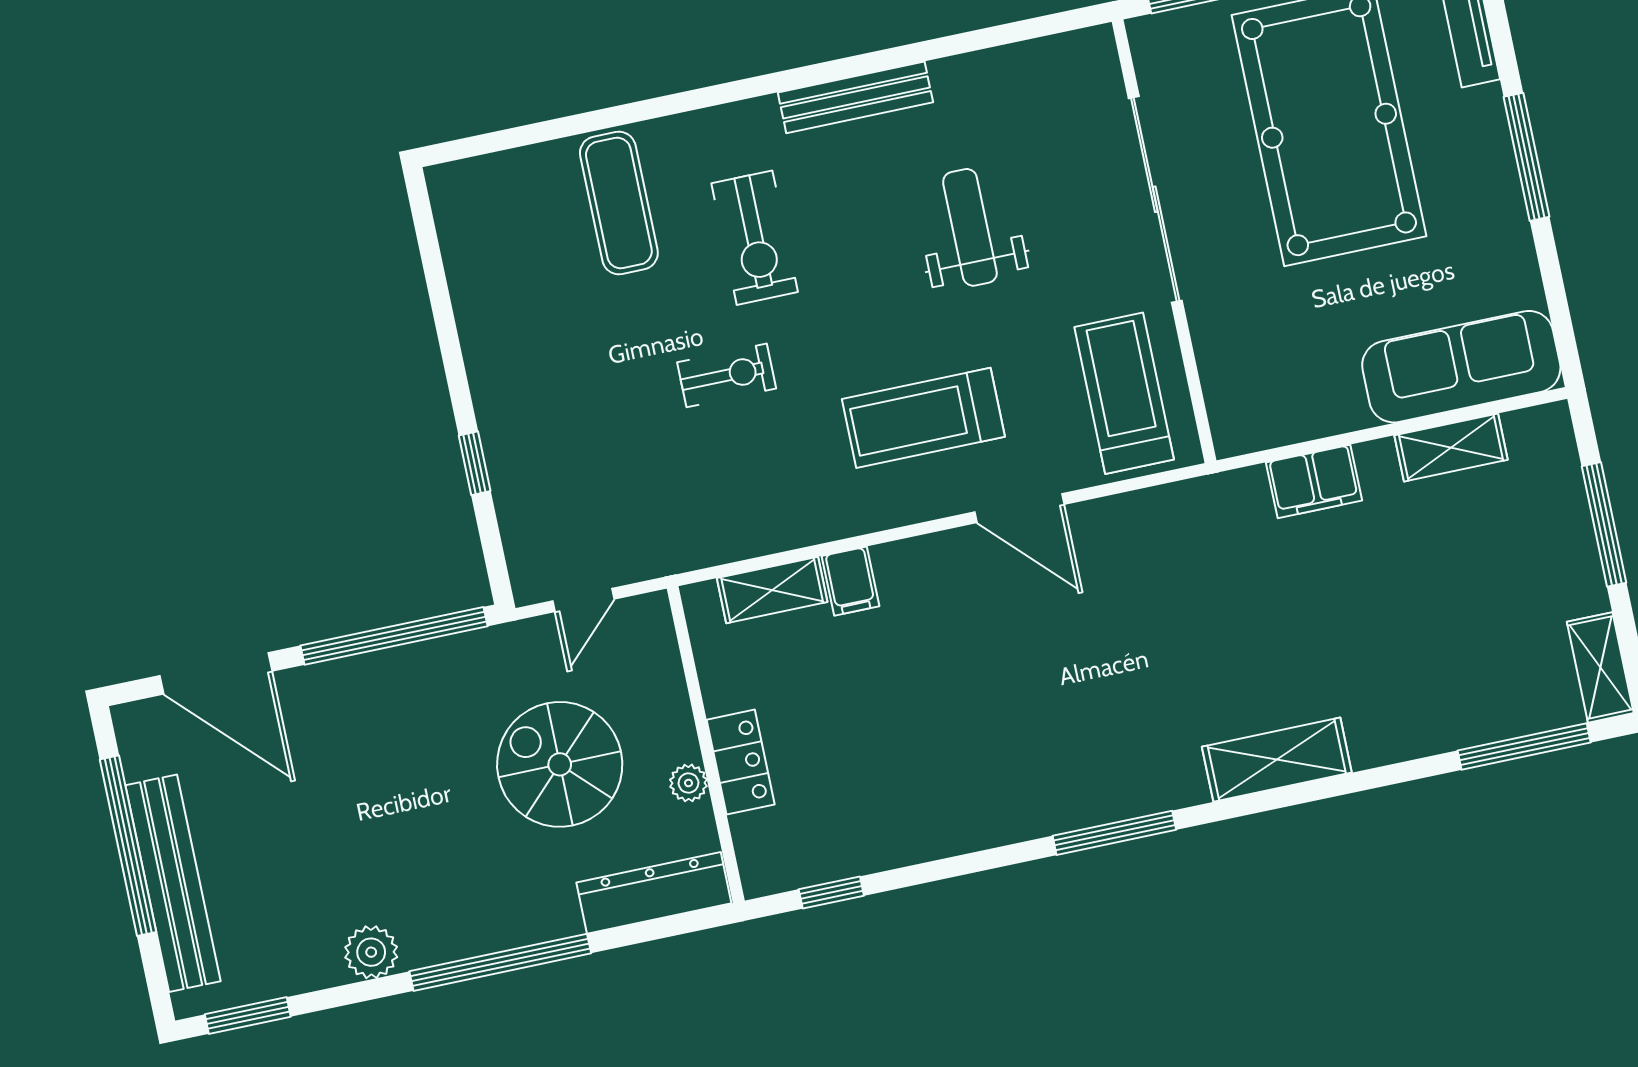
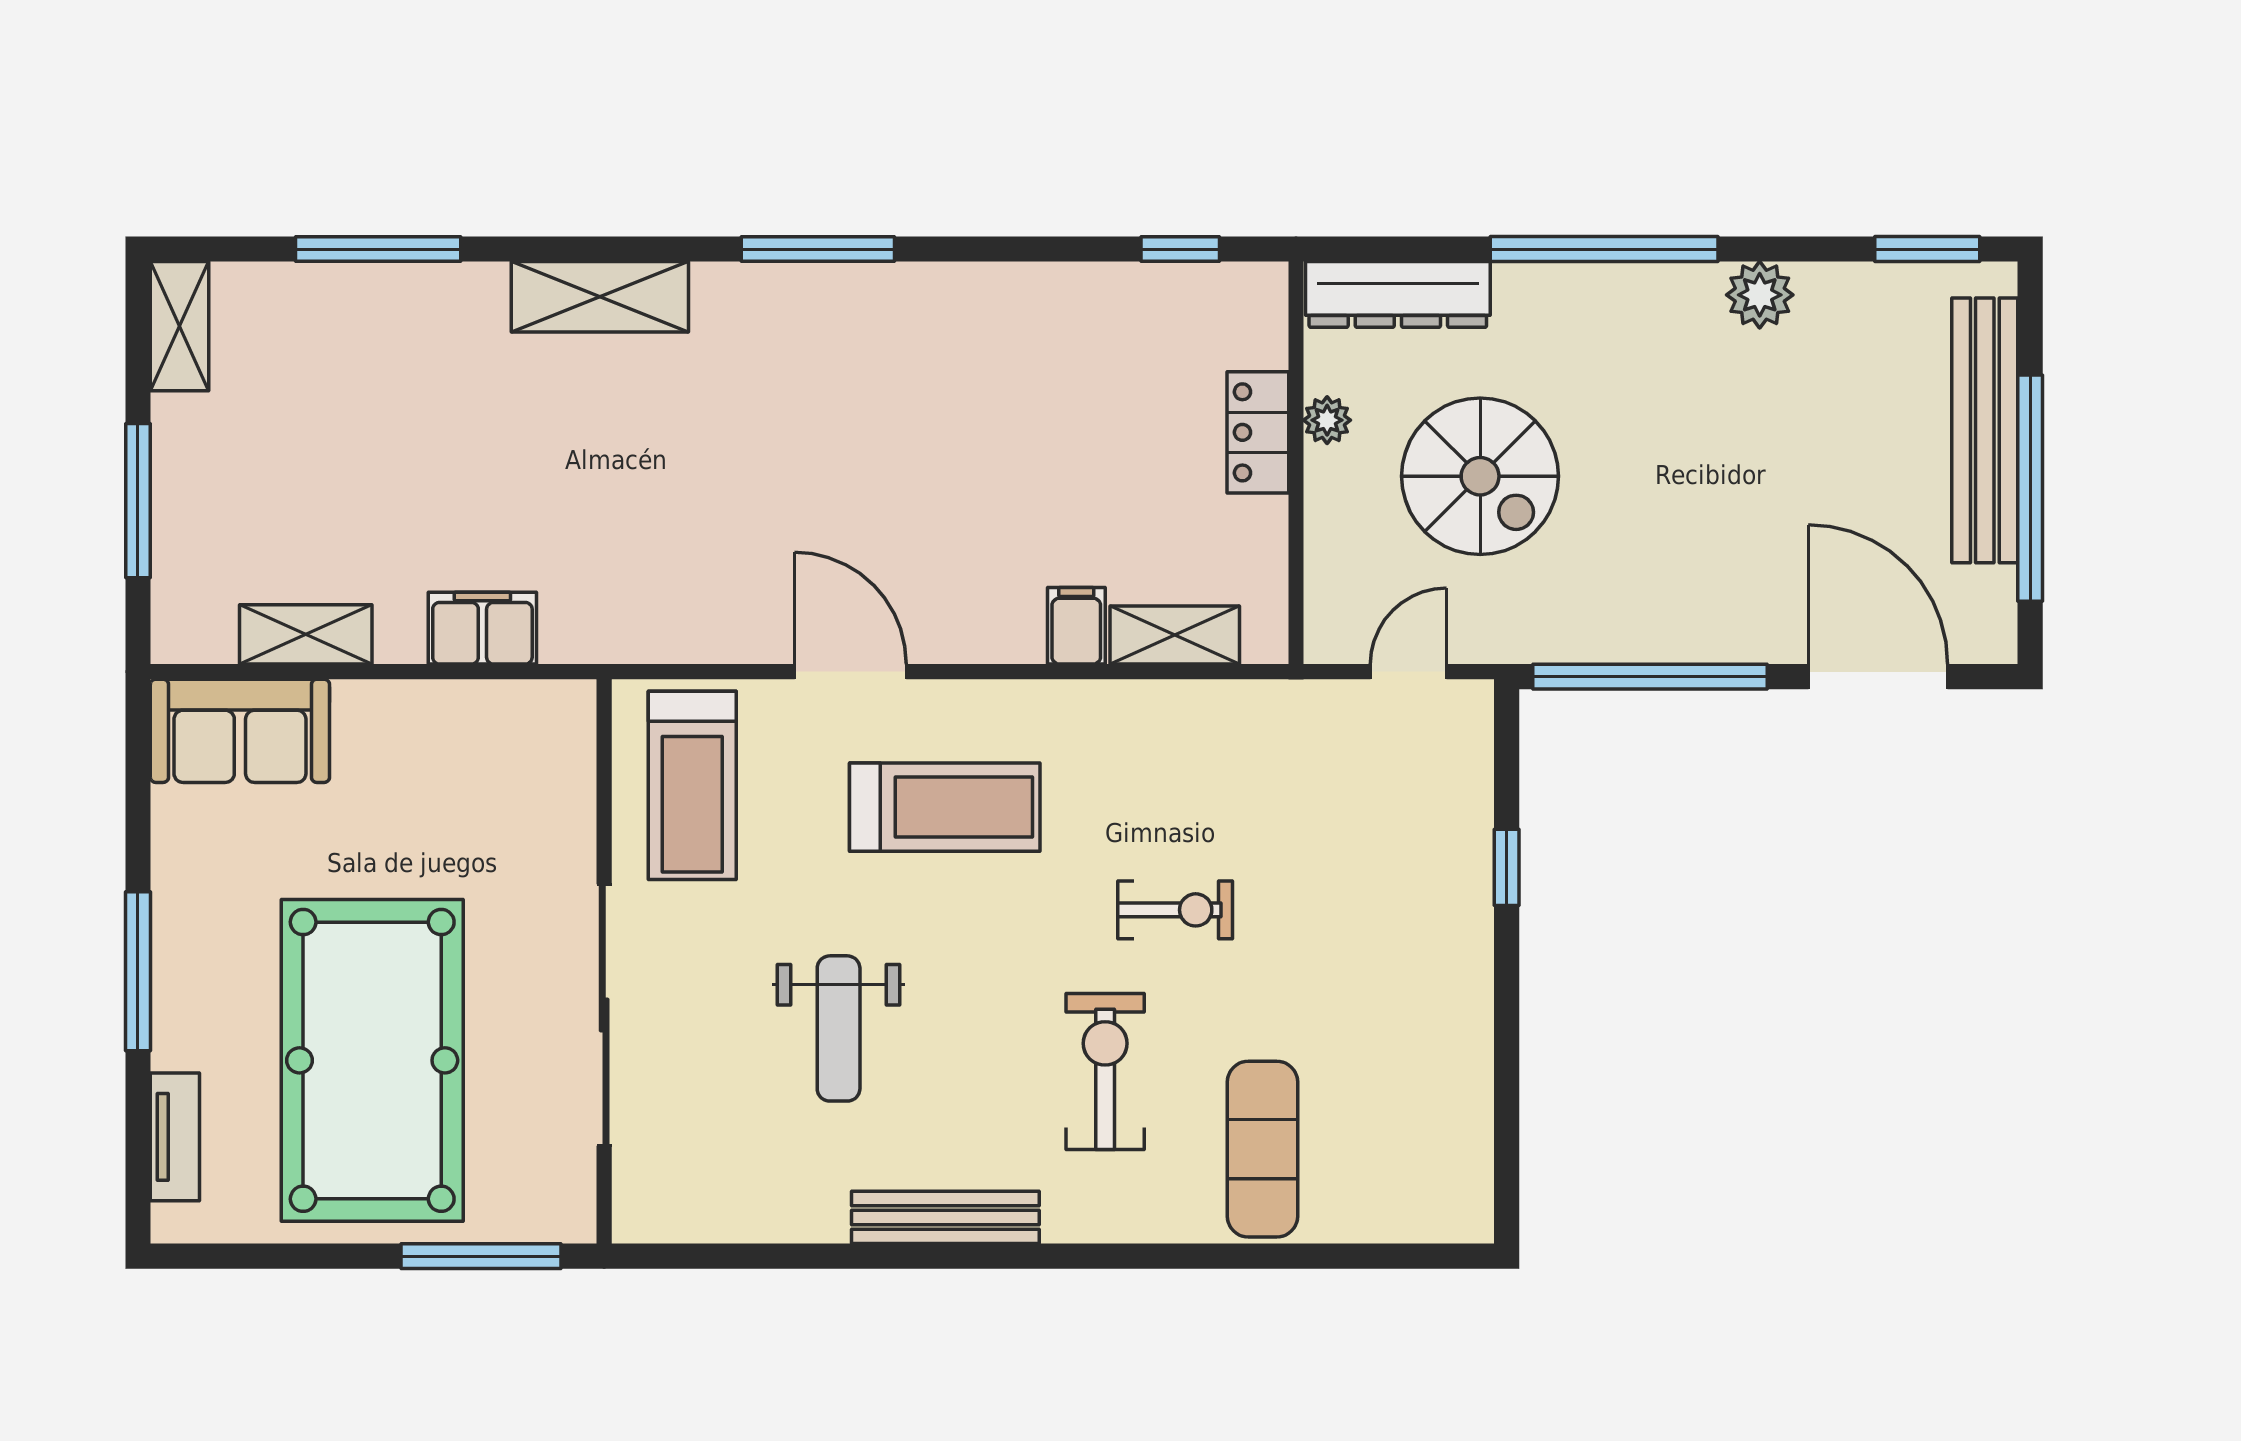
sofa: (1461, 367) -> (240, 731), width x0.73
exercise bike: (727, 375) -> (1175, 910), turned 180
window: (1524, 746) -> (378, 249), moved

